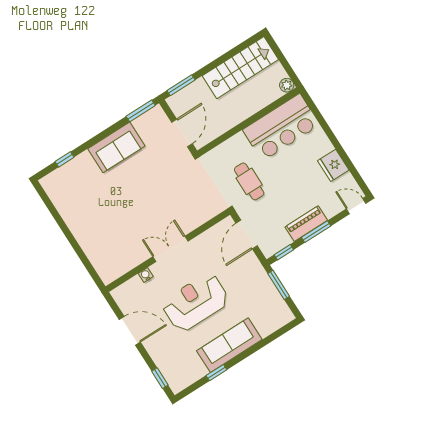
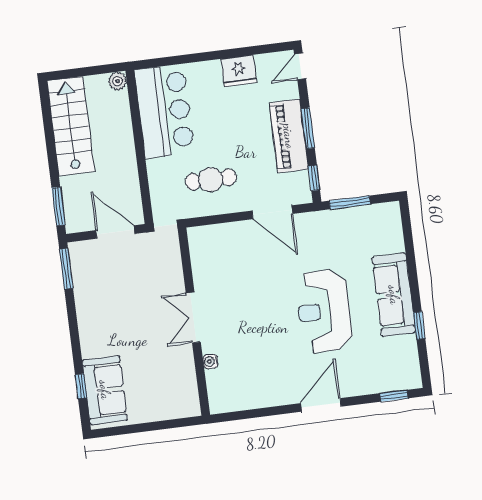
sofa: (116, 147) -> (105, 390), moved
piano: (306, 224) -> (289, 136), width x1.37, depth x1.33
double door: (170, 249) -> (193, 317), moved
wall: (168, 251) -> (194, 322), moved
water cooler: (146, 275) -> (210, 361), moved

